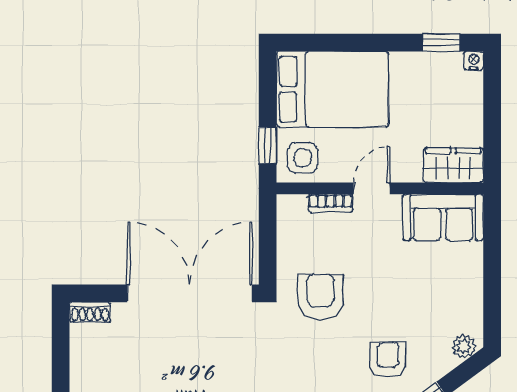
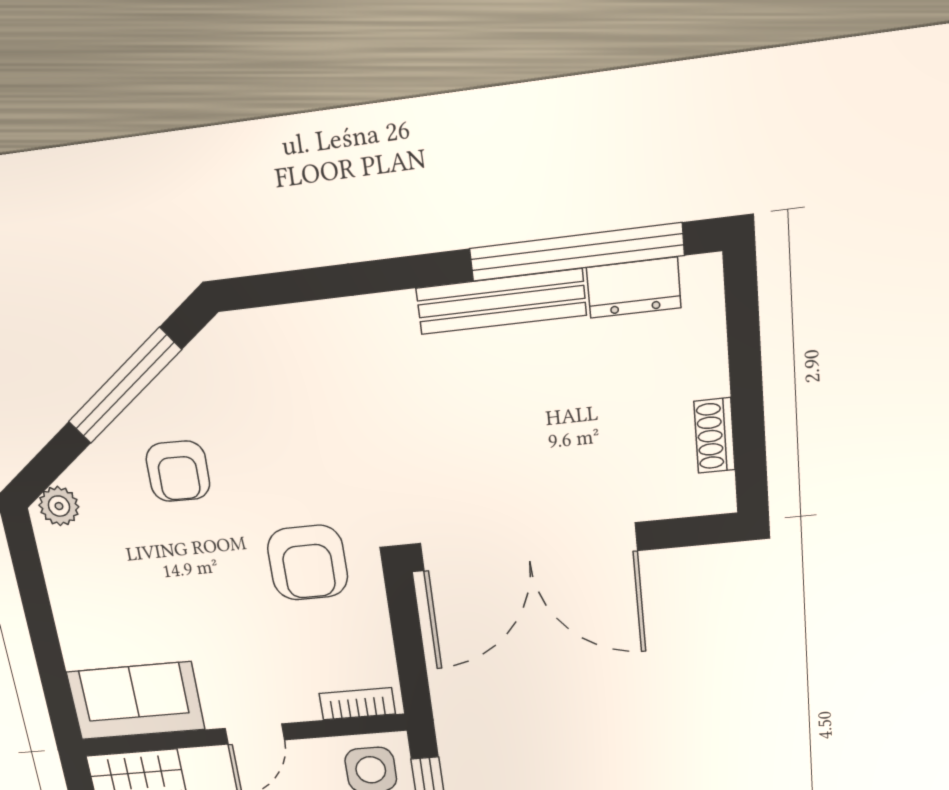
bookcase: (330, 203) -> (357, 704), moved
shoe rack: (90, 312) -> (714, 436), moved, turned -90

